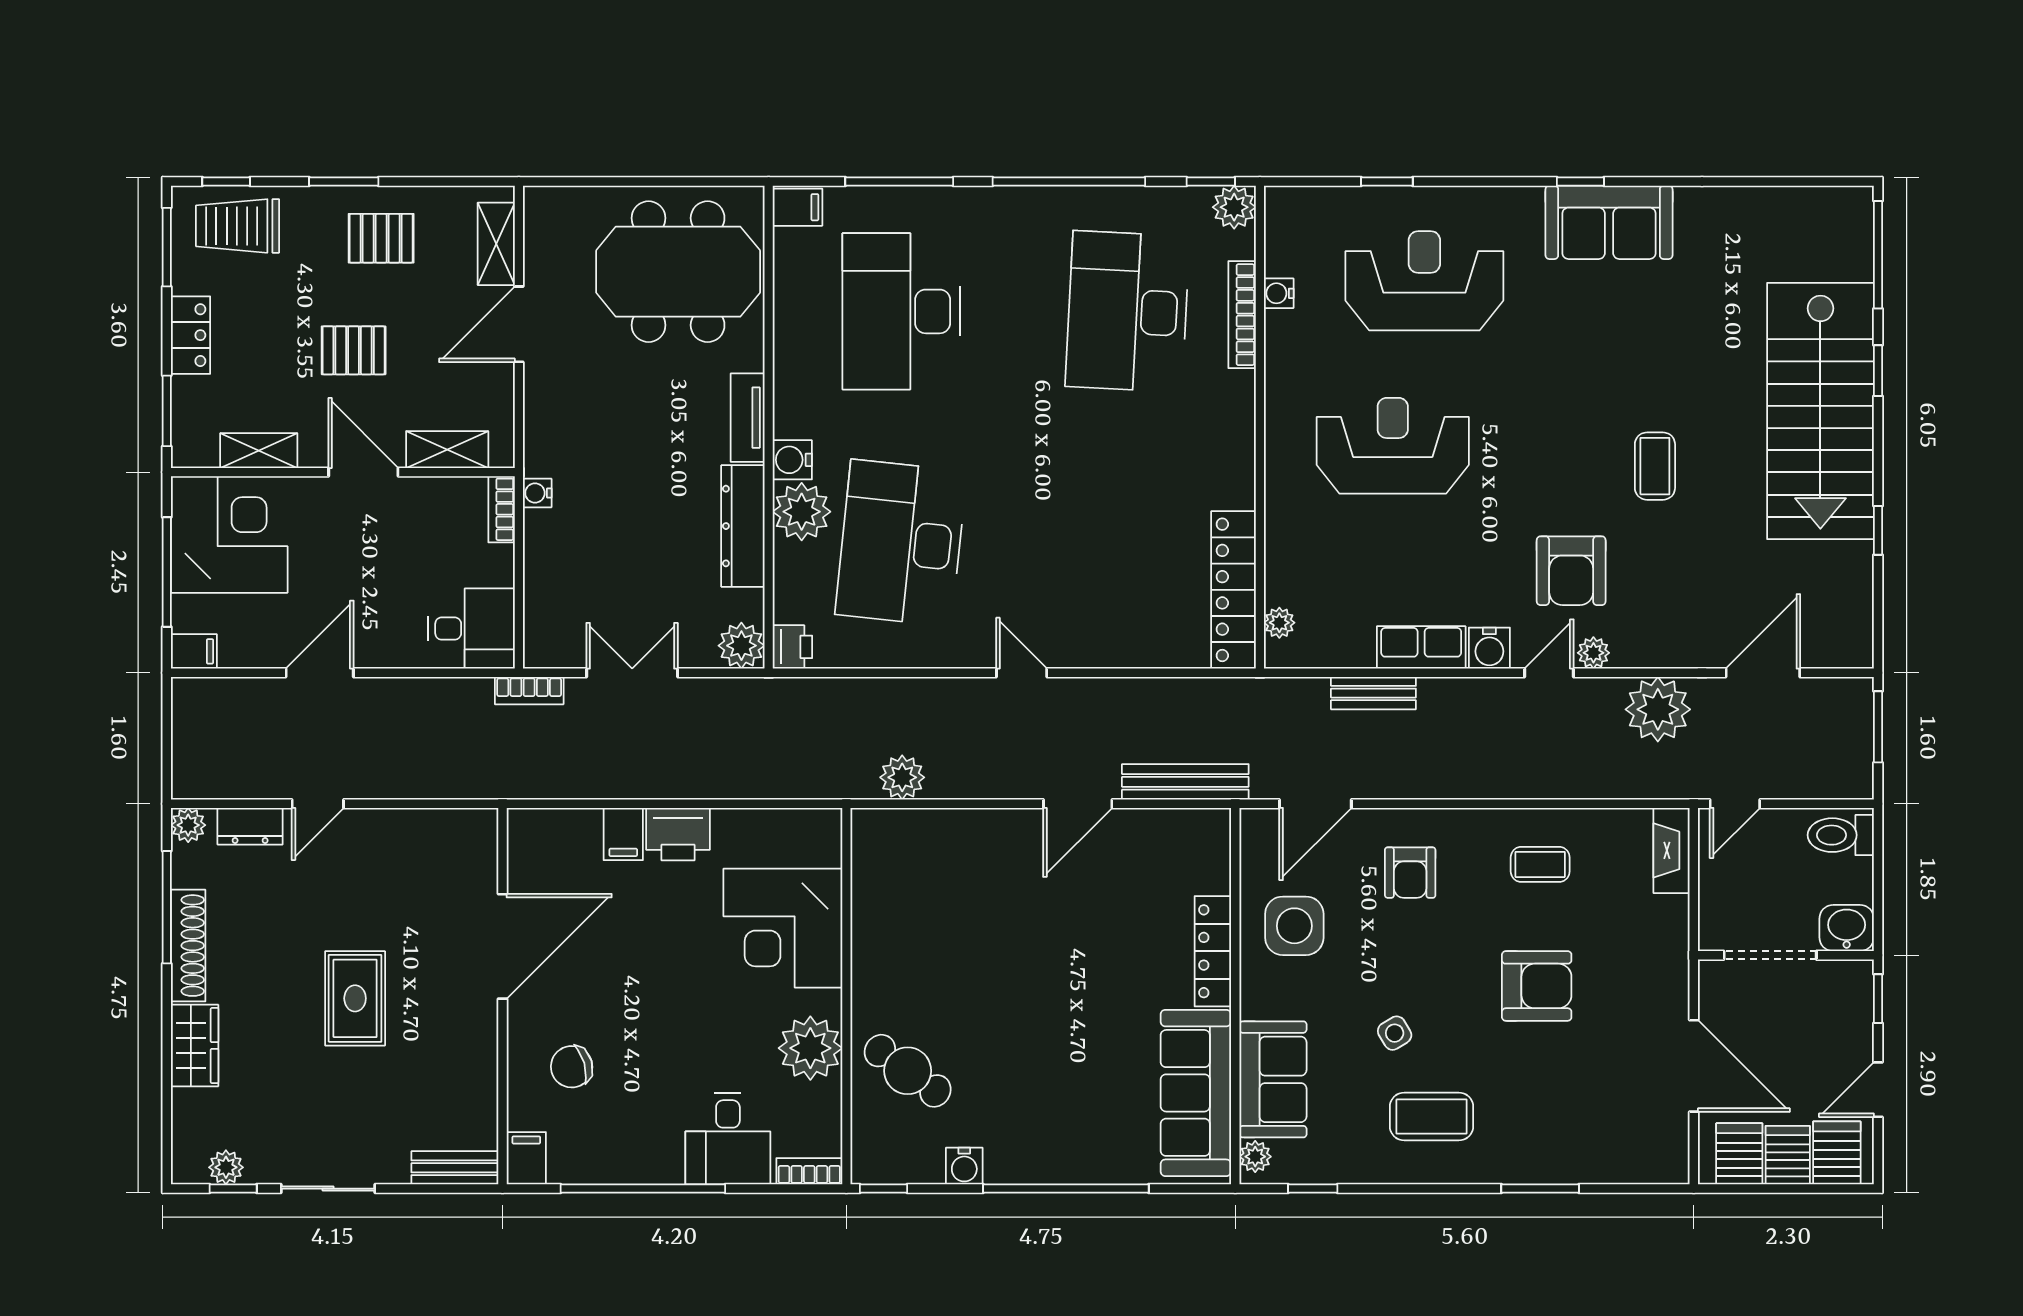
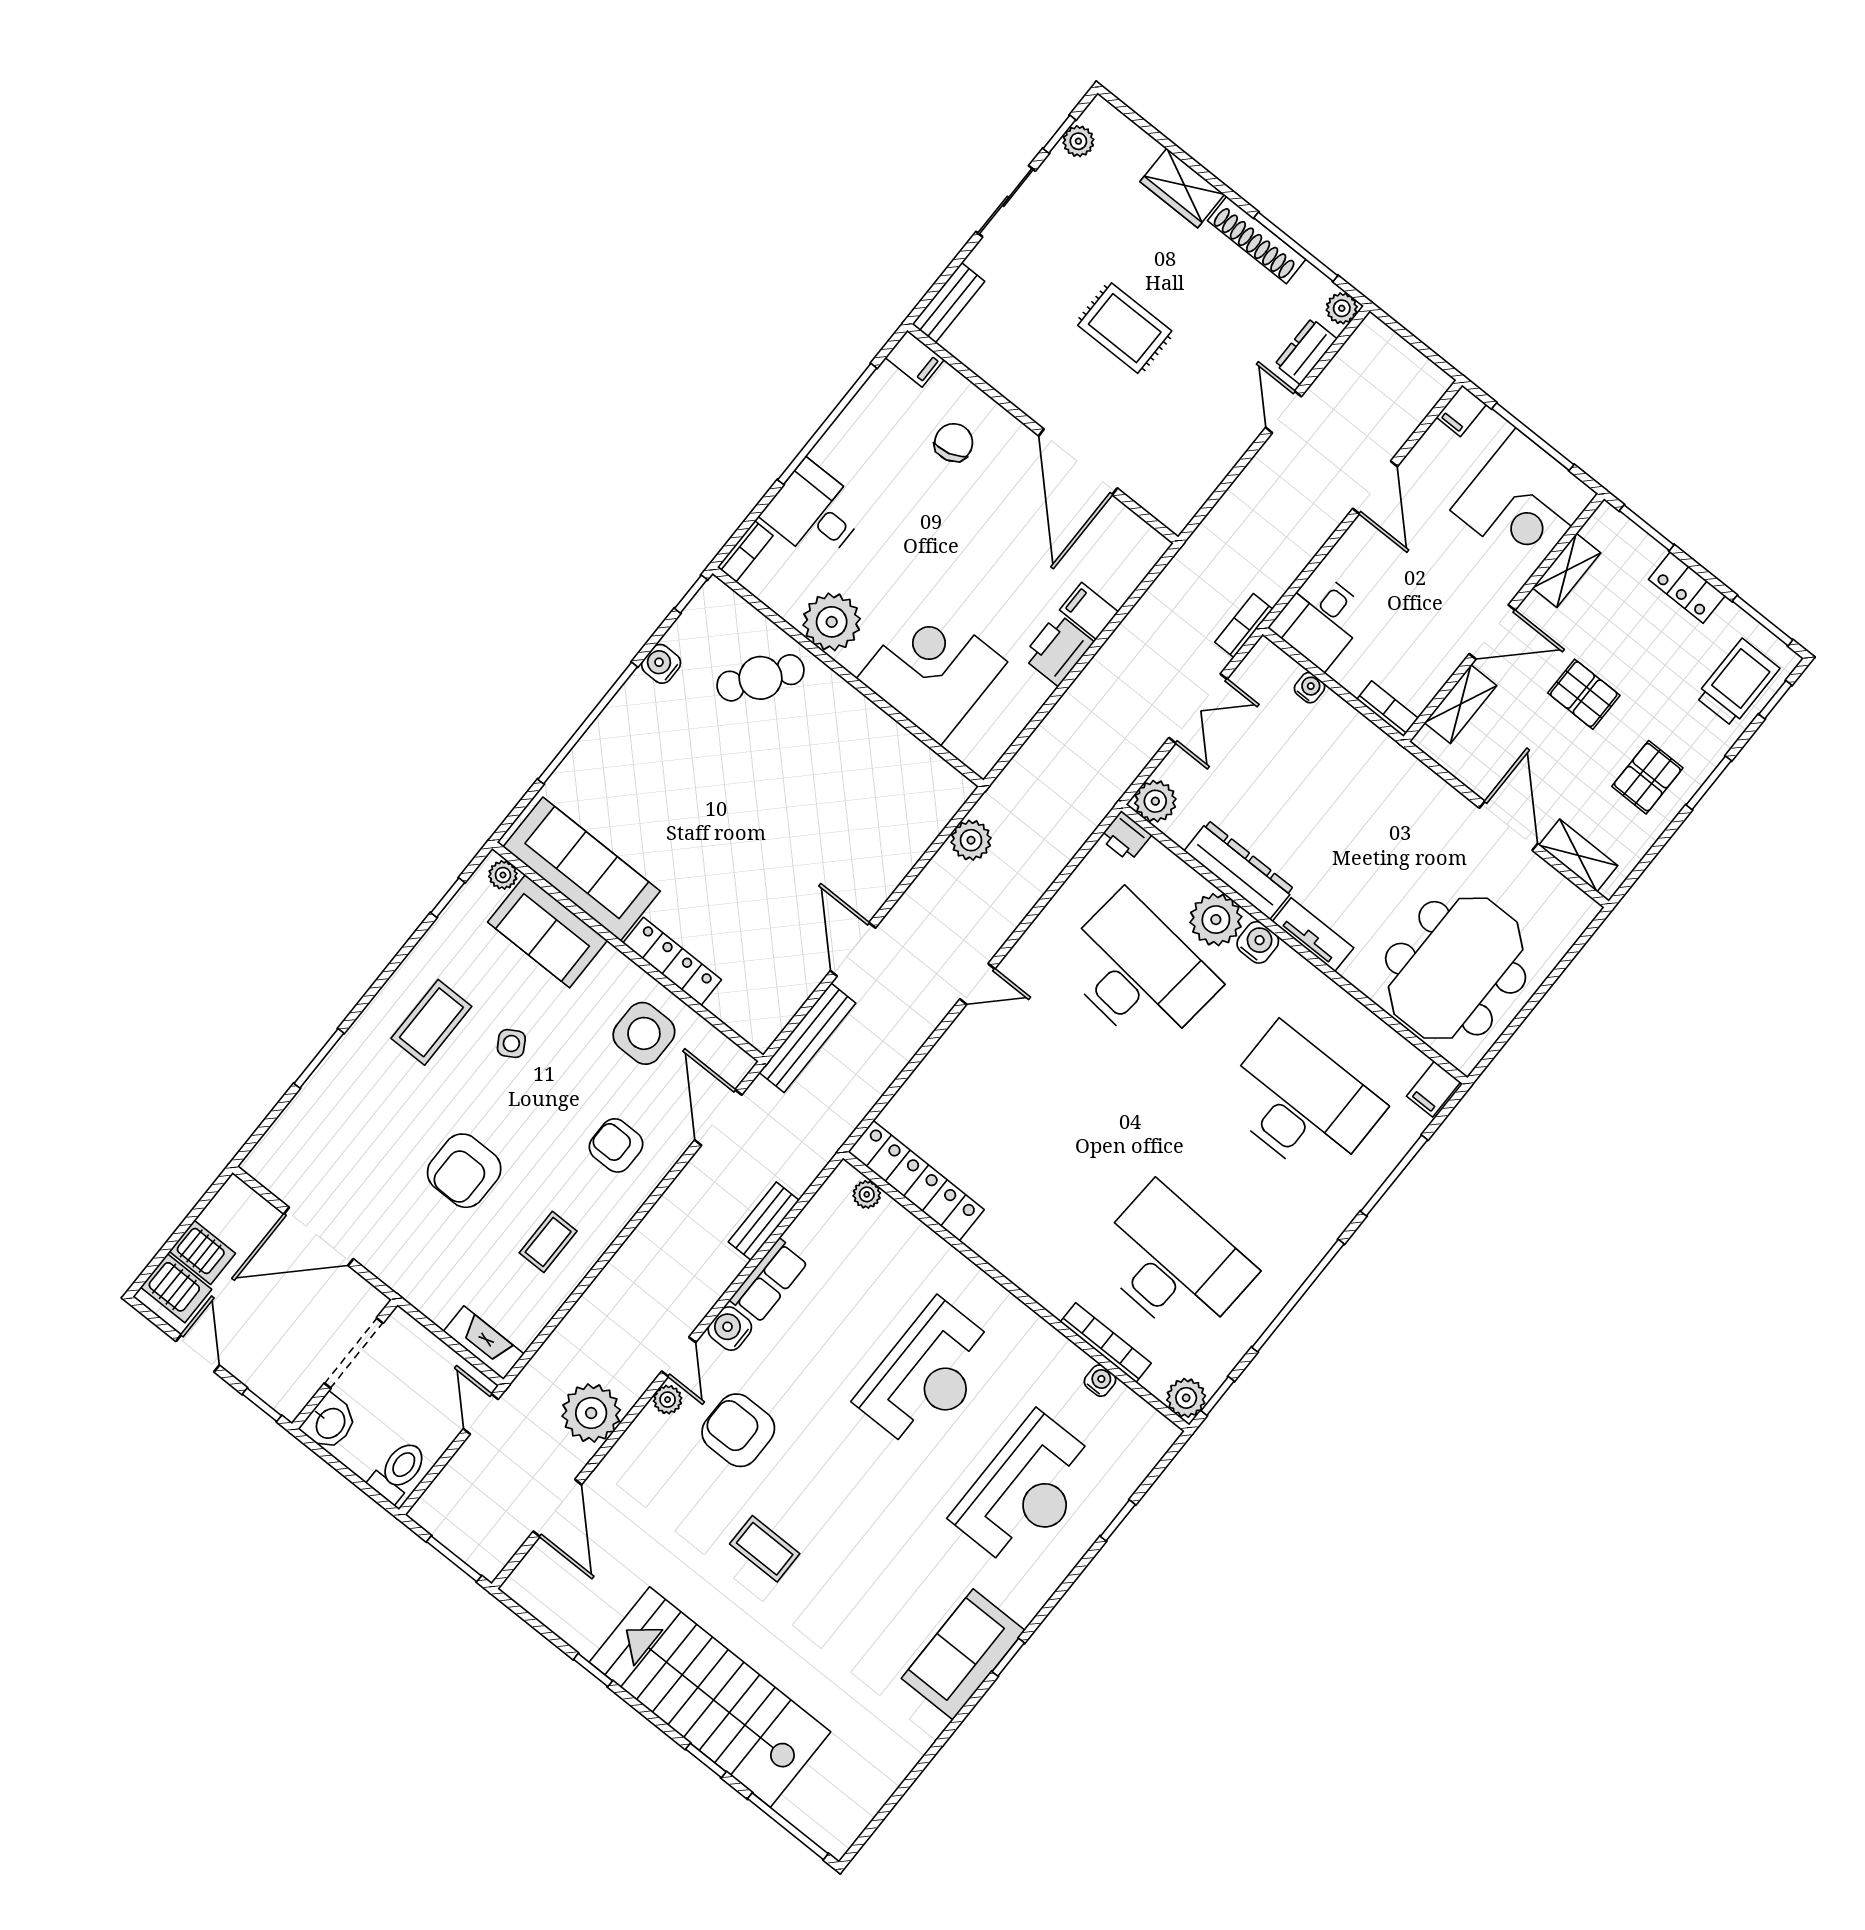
pallet: (354, 350) -> (1584, 694), turned 90
water cooler: (537, 493) -> (1310, 688), moved
server rack: (1739, 1154) -> (231, 1219), removed

